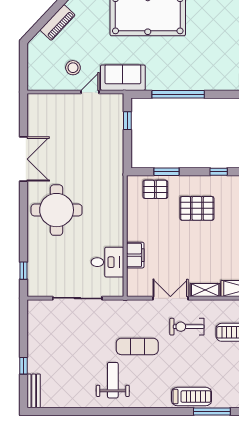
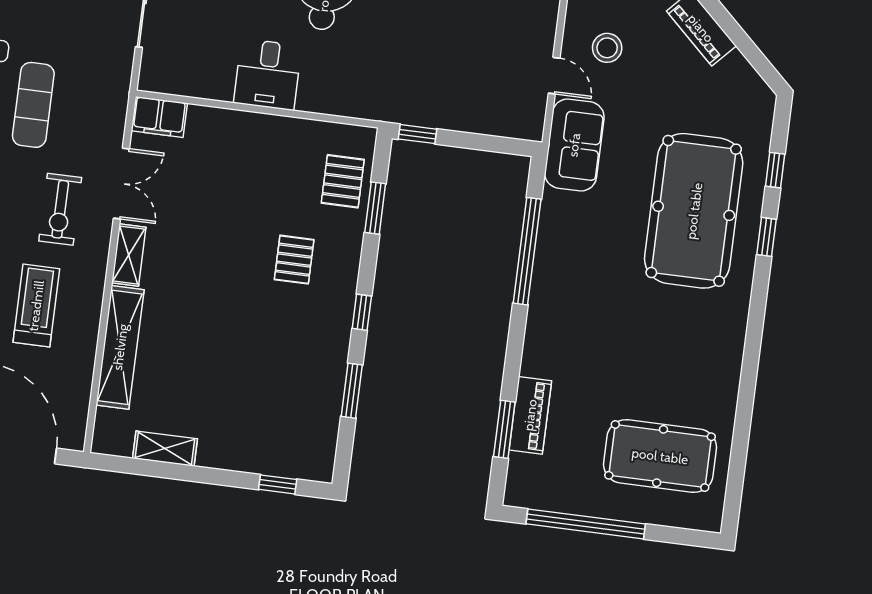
window: (127, 121) -> (417, 134), moved
pallet: (197, 208) -> (294, 260), width x0.67, depth x0.71
filing cabinet: (135, 255) -> (159, 117), moved
desk: (107, 262) -> (268, 74), moved
exercise bike: (187, 327) -> (60, 209), turned 180

